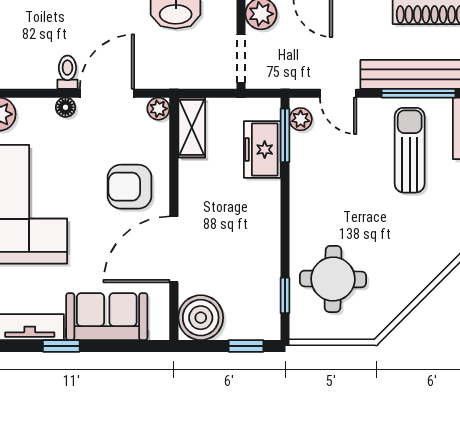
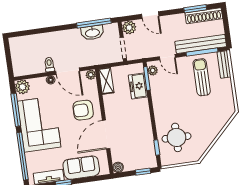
door: (107, 93) -> (68, 71), swing flipped
boiler: (201, 318) -> (118, 167), width x0.54, depth x0.54

